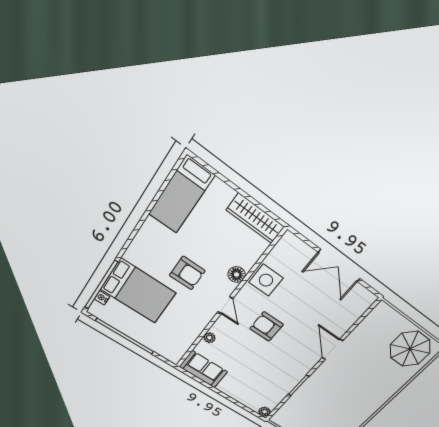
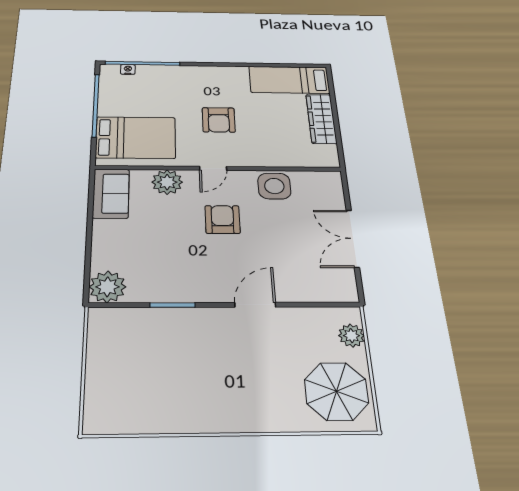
wardrobe: (255, 219) -> (321, 119), moved
floor lamp: (237, 275) -> (256, 159), removed
bed: (138, 291) -> (136, 138), moved, turned -90
plant: (392, 318) -> (351, 336), added
plant: (209, 338) -> (167, 182), width x1.87, depth x1.87
plant: (265, 412) -> (107, 287), width x1.87, depth x1.87

